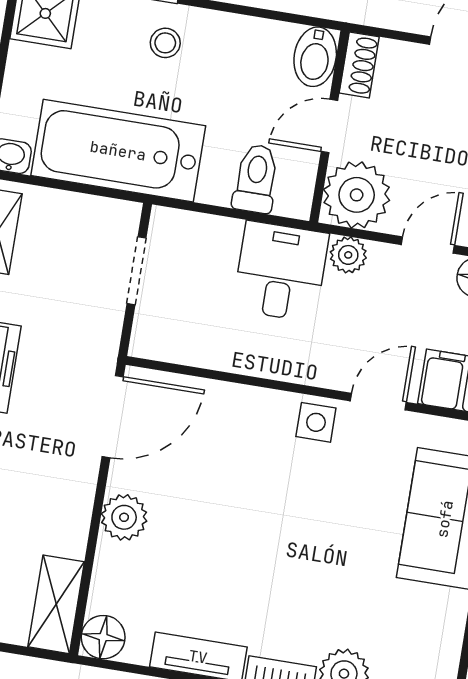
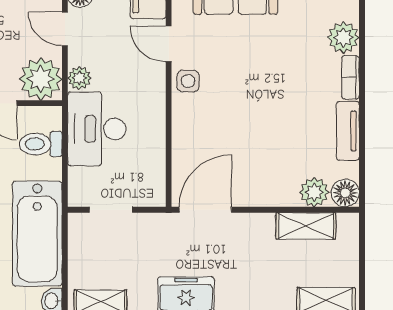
desk: (281, 272) -> (97, 129), width x1.37
door: (113, 417) -> (205, 210), hinge flipped
plant: (124, 517) -> (314, 192), moved
shelving: (56, 604) -> (306, 226), moved

